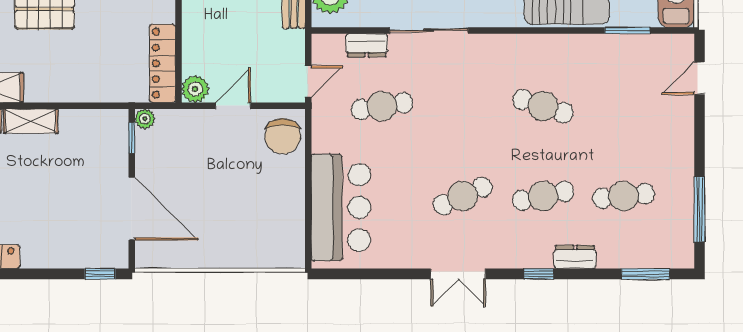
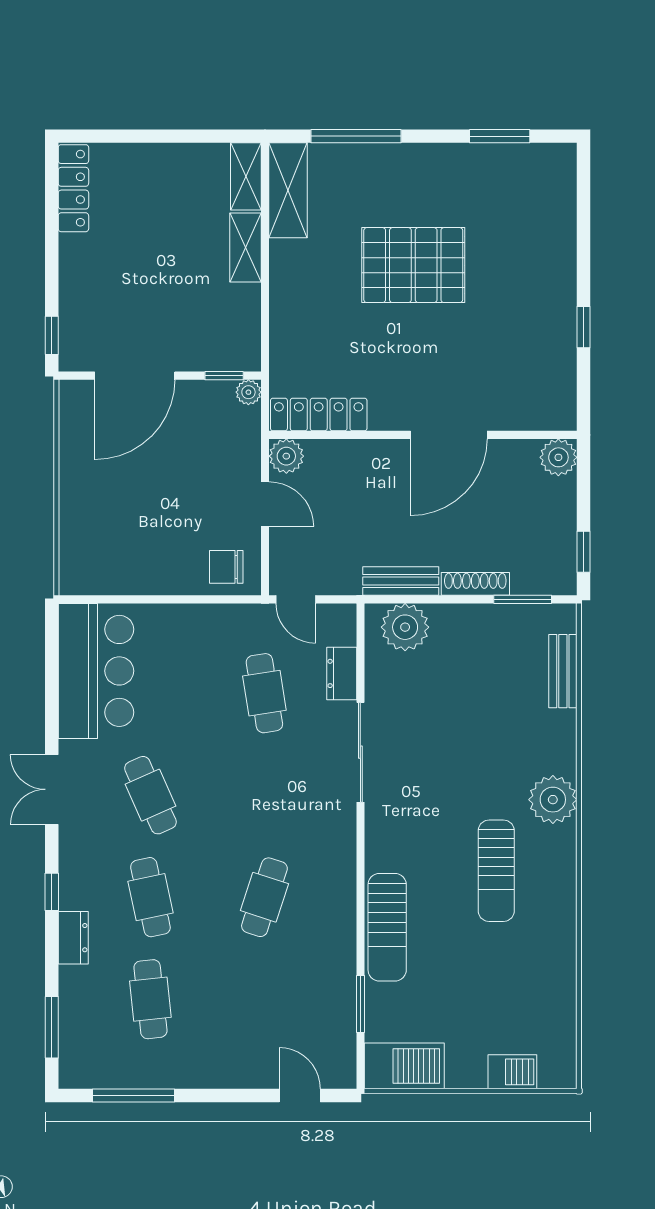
chair: (283, 136) -> (226, 567), width x0.73, depth x0.73
bar counter: (341, 207) -> (96, 671), moved, turned -90

